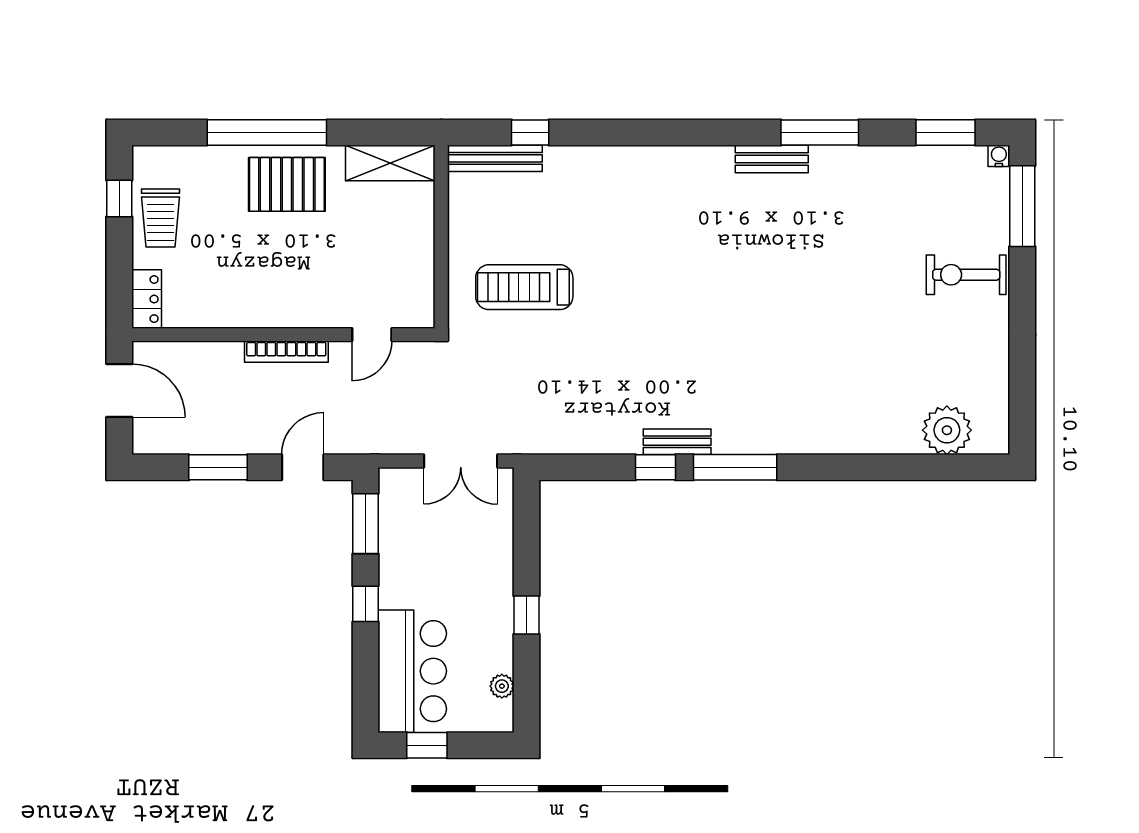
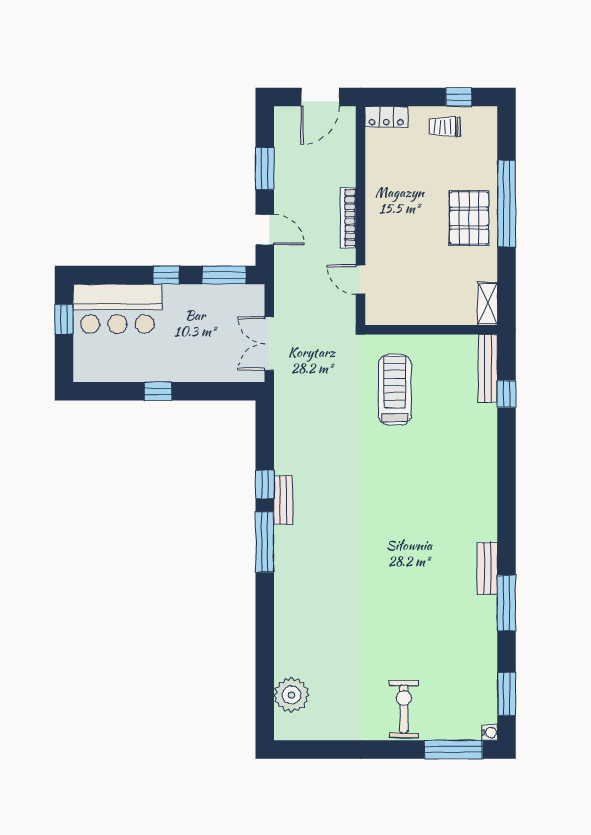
shelving: (390, 163) -> (488, 304), width x0.67, depth x0.75
trolley: (161, 218) -> (445, 127), width x0.73, depth x0.72
plant: (502, 686) -> (107, 373), removed

